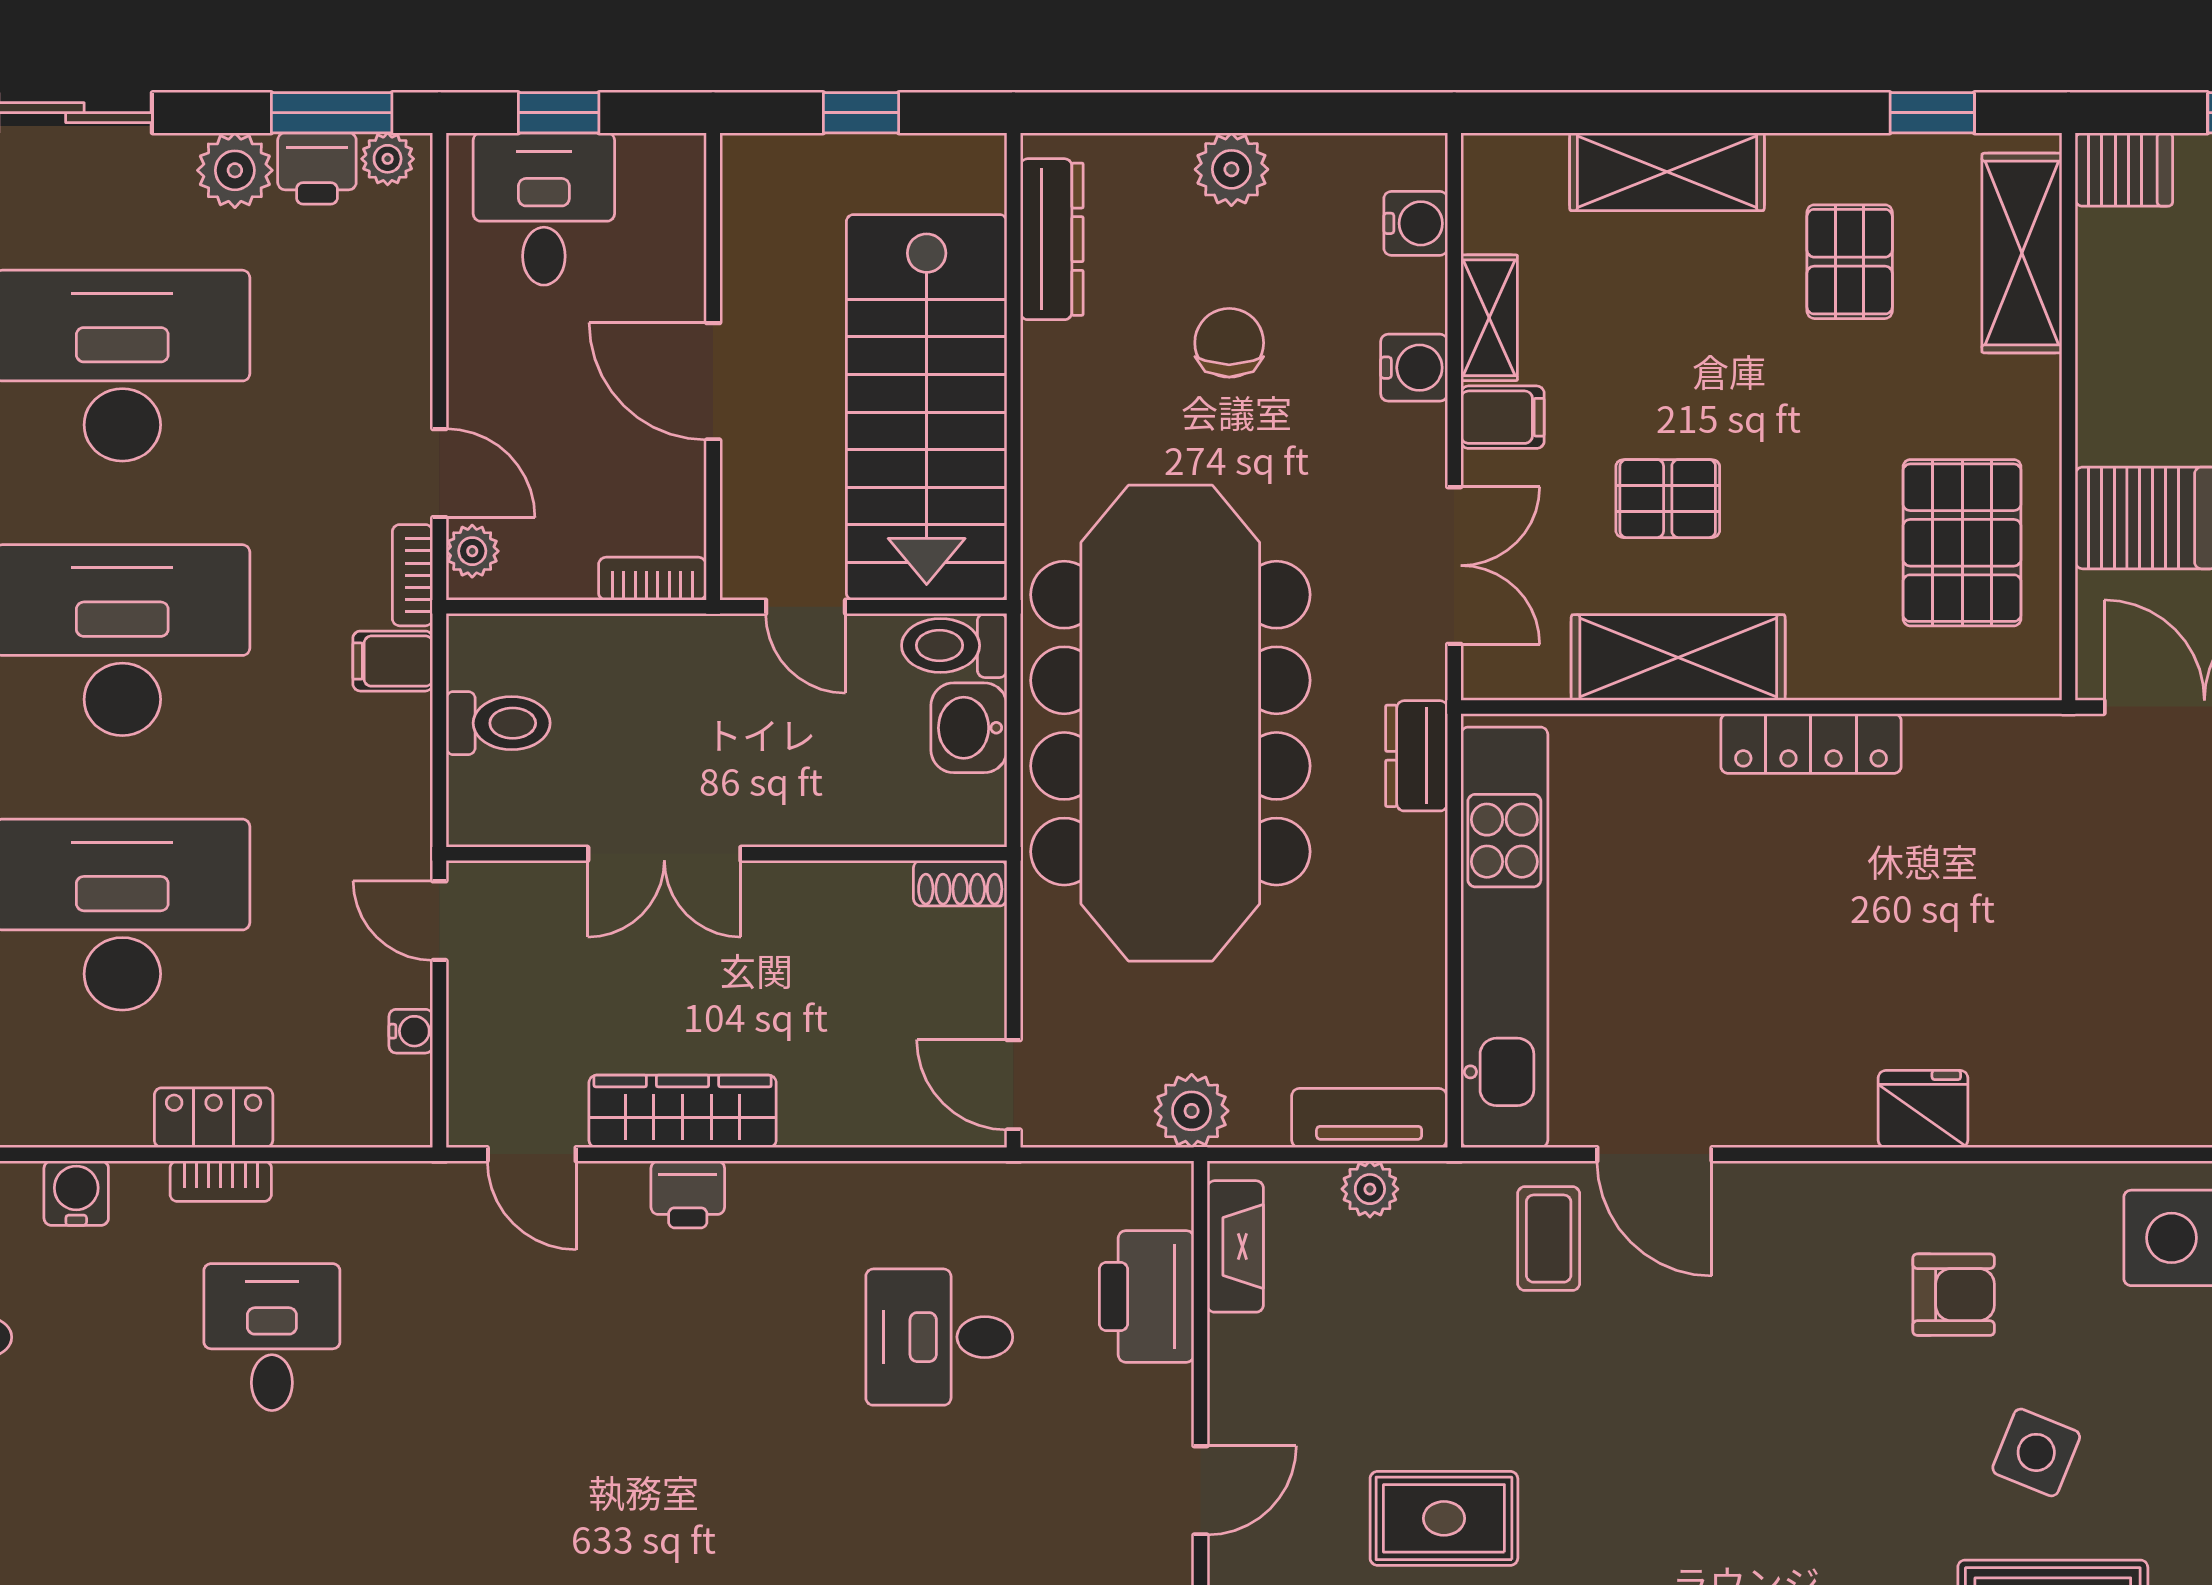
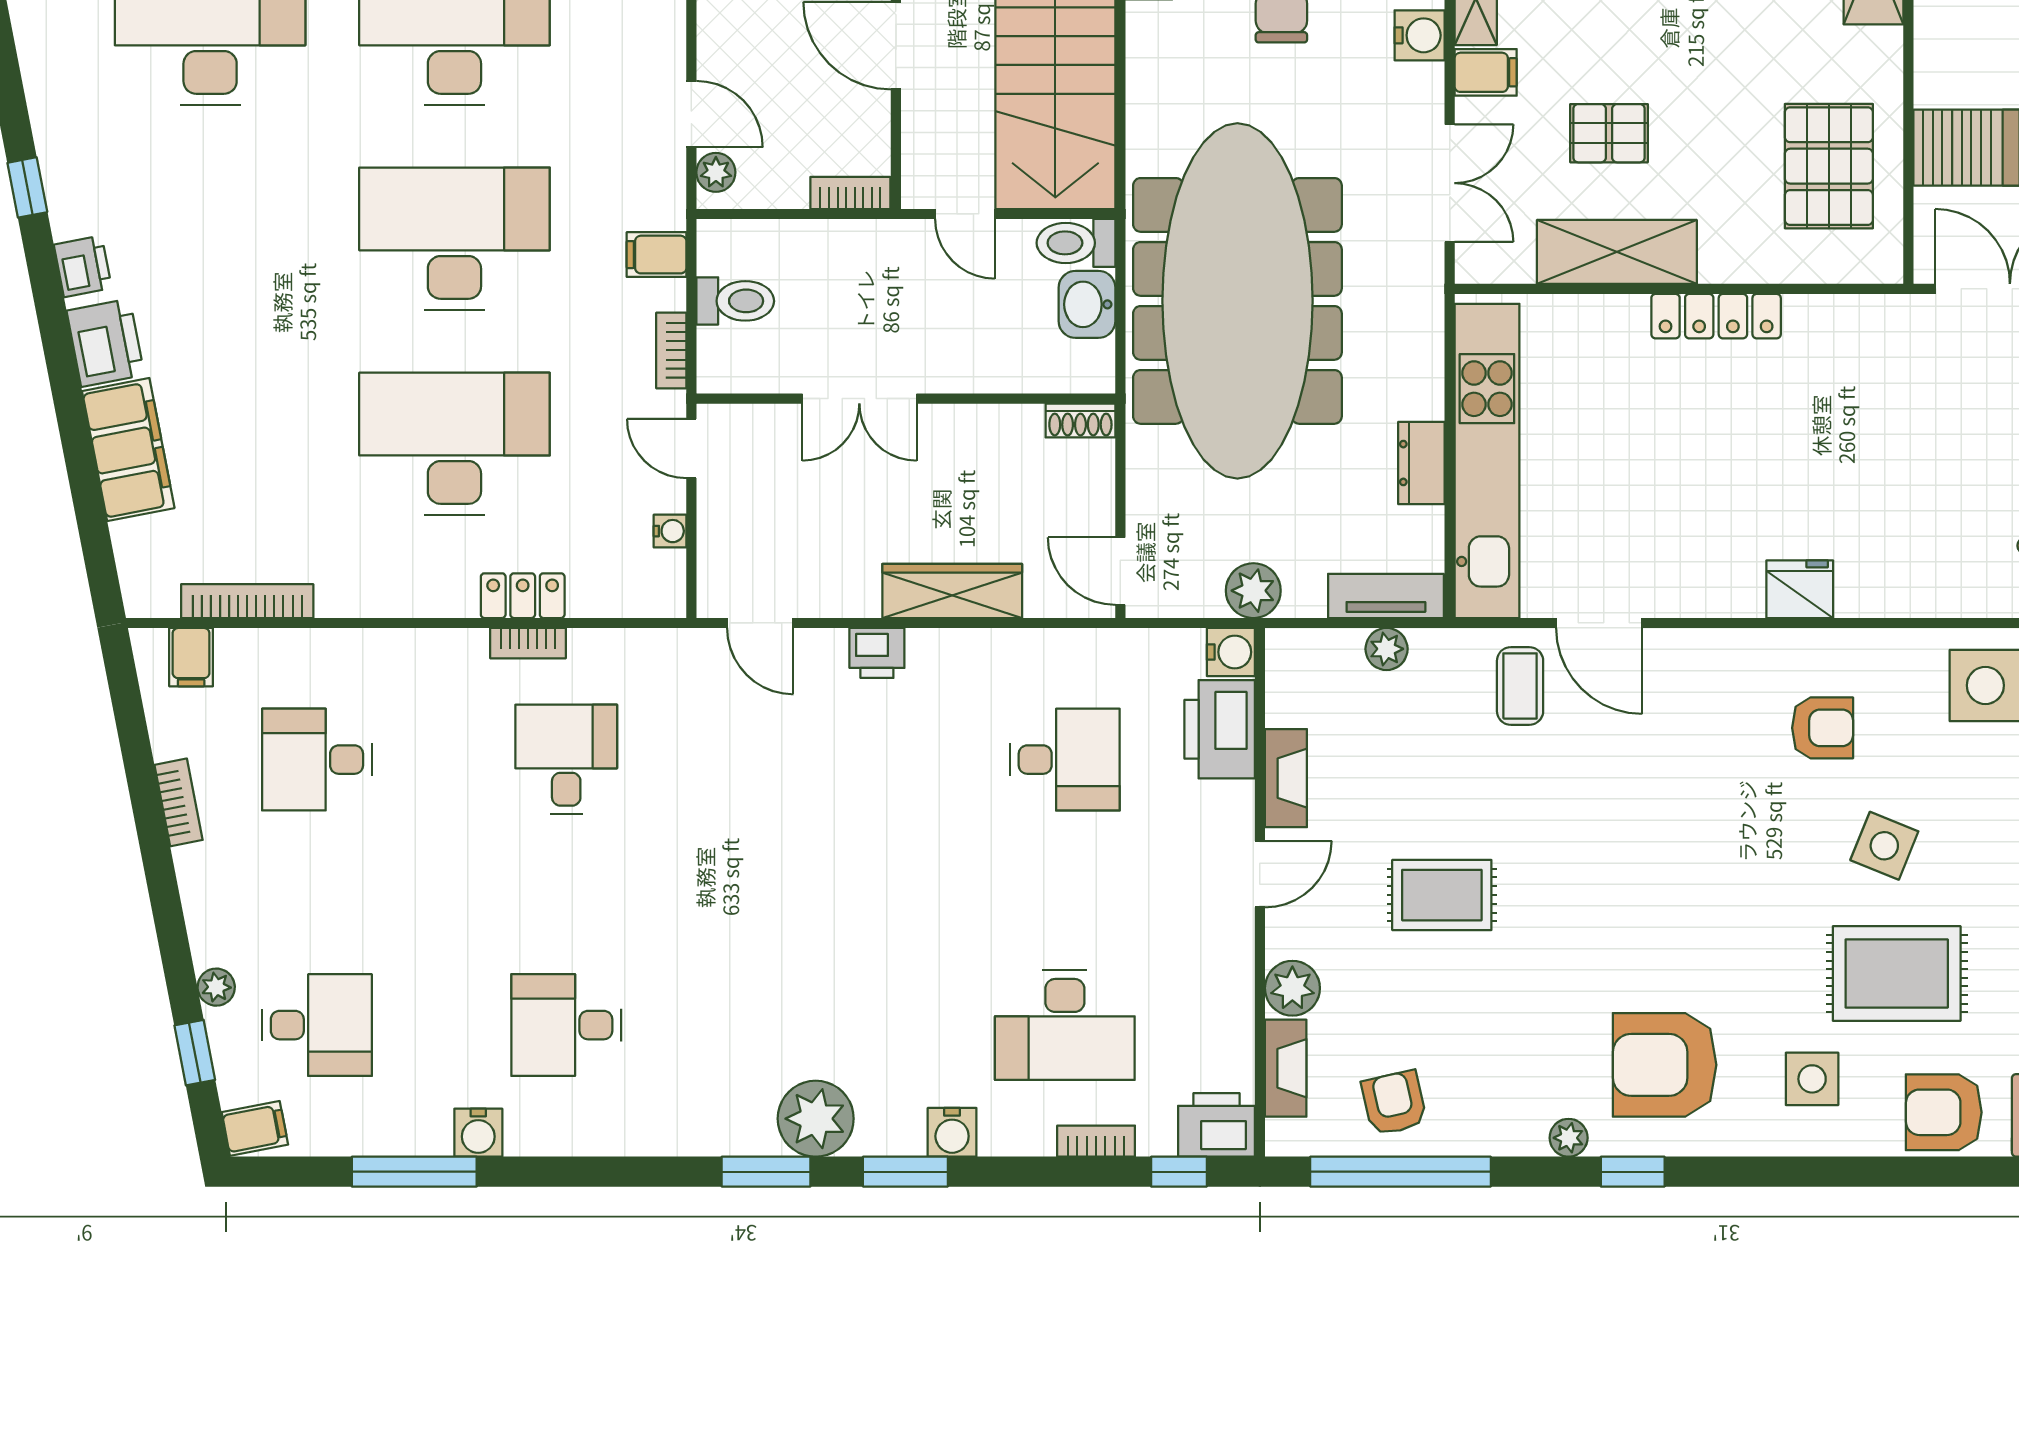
bookcase: (413, 575) -> (671, 350), moved
dresser: (1417, 756) -> (1421, 463), moved
wardrobe: (683, 1111) -> (952, 591), moved
water cooler: (76, 1193) -> (1231, 652), moved, turned 90
fireplace: (1235, 1246) -> (1286, 778), moved
desk: (939, 1337) -> (1065, 760), turned 180

